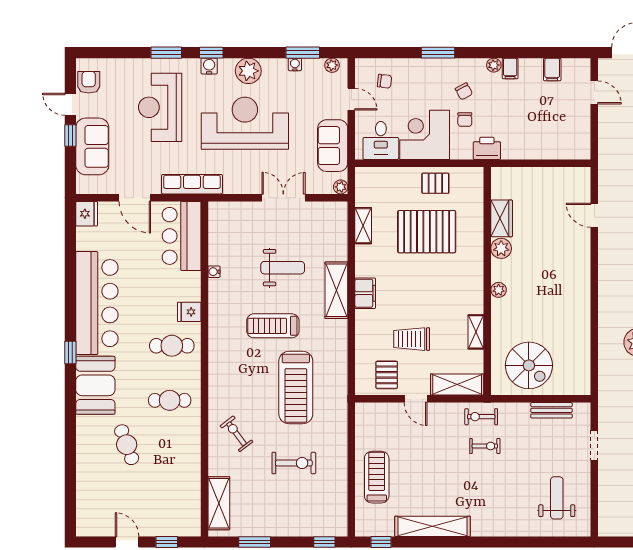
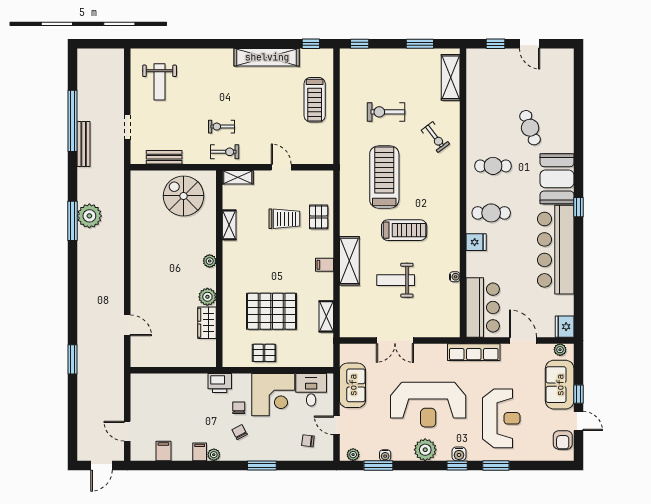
plant: (341, 187) -> (560, 350), moved
filing cabinet: (365, 293) -> (325, 265), width x0.50
pallet: (387, 375) -> (319, 217), moved
shelving: (457, 385) -> (238, 177), width x0.67, depth x0.75

